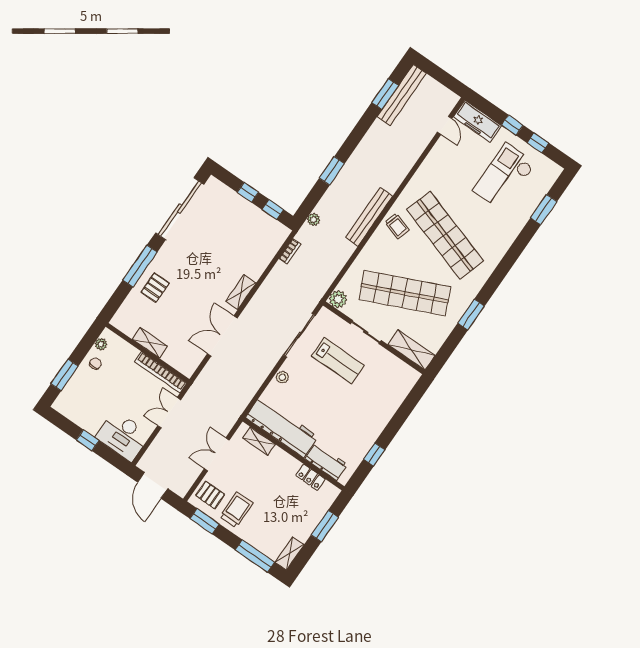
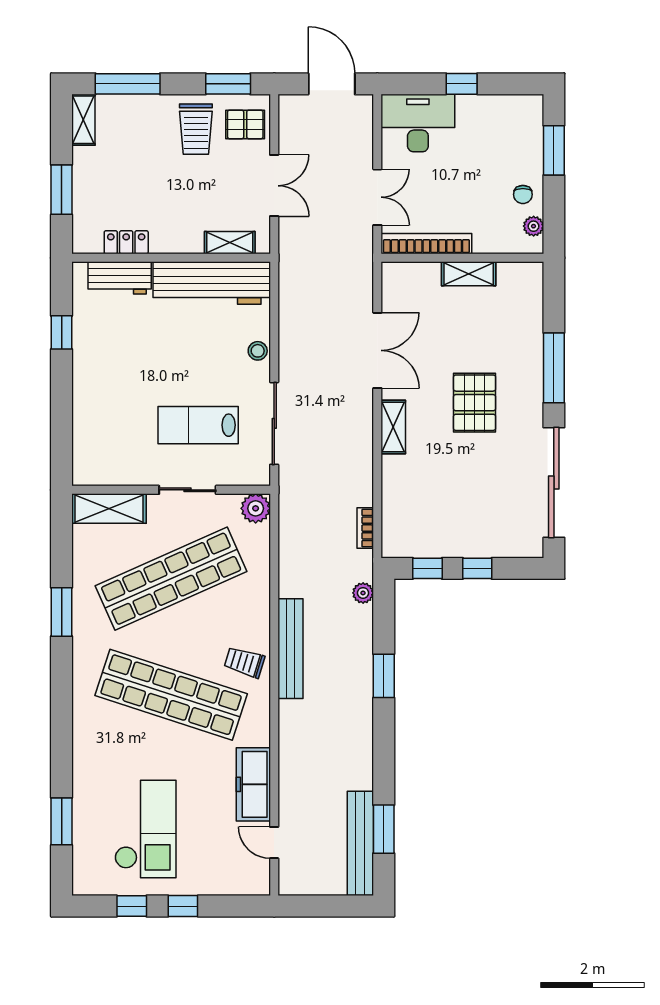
freezer: (477, 121) -> (253, 784), moved, turned -90
pallet: (155, 288) -> (475, 403), moved, width x1.50, depth x1.42

